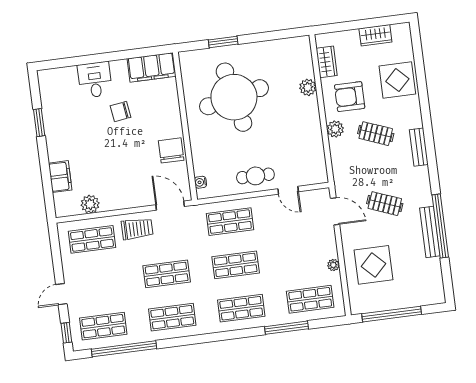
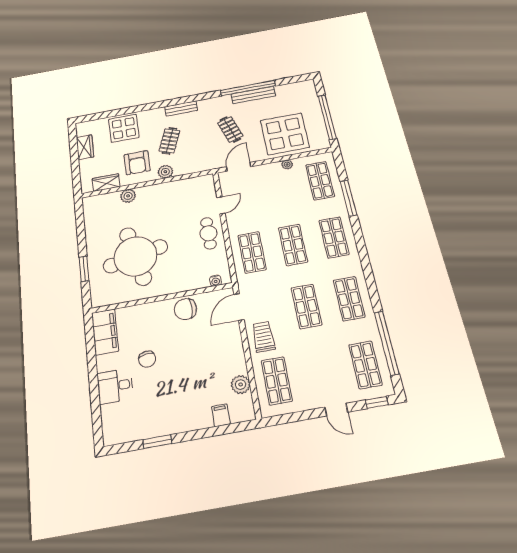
filing cabinet: (60, 177) -> (221, 415), width x0.50
clothes rail: (385, 204) -> (230, 129), turned -39
display table: (374, 265) -> (285, 134), width x1.36, depth x1.36

